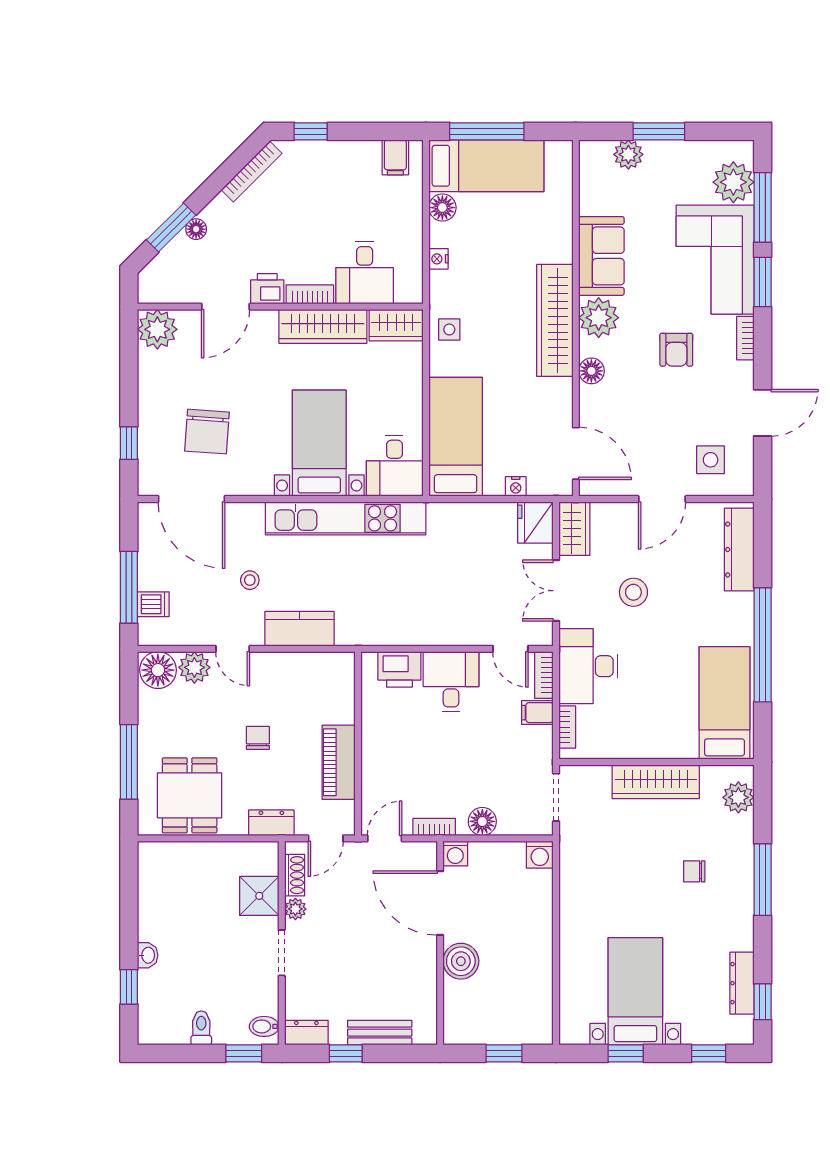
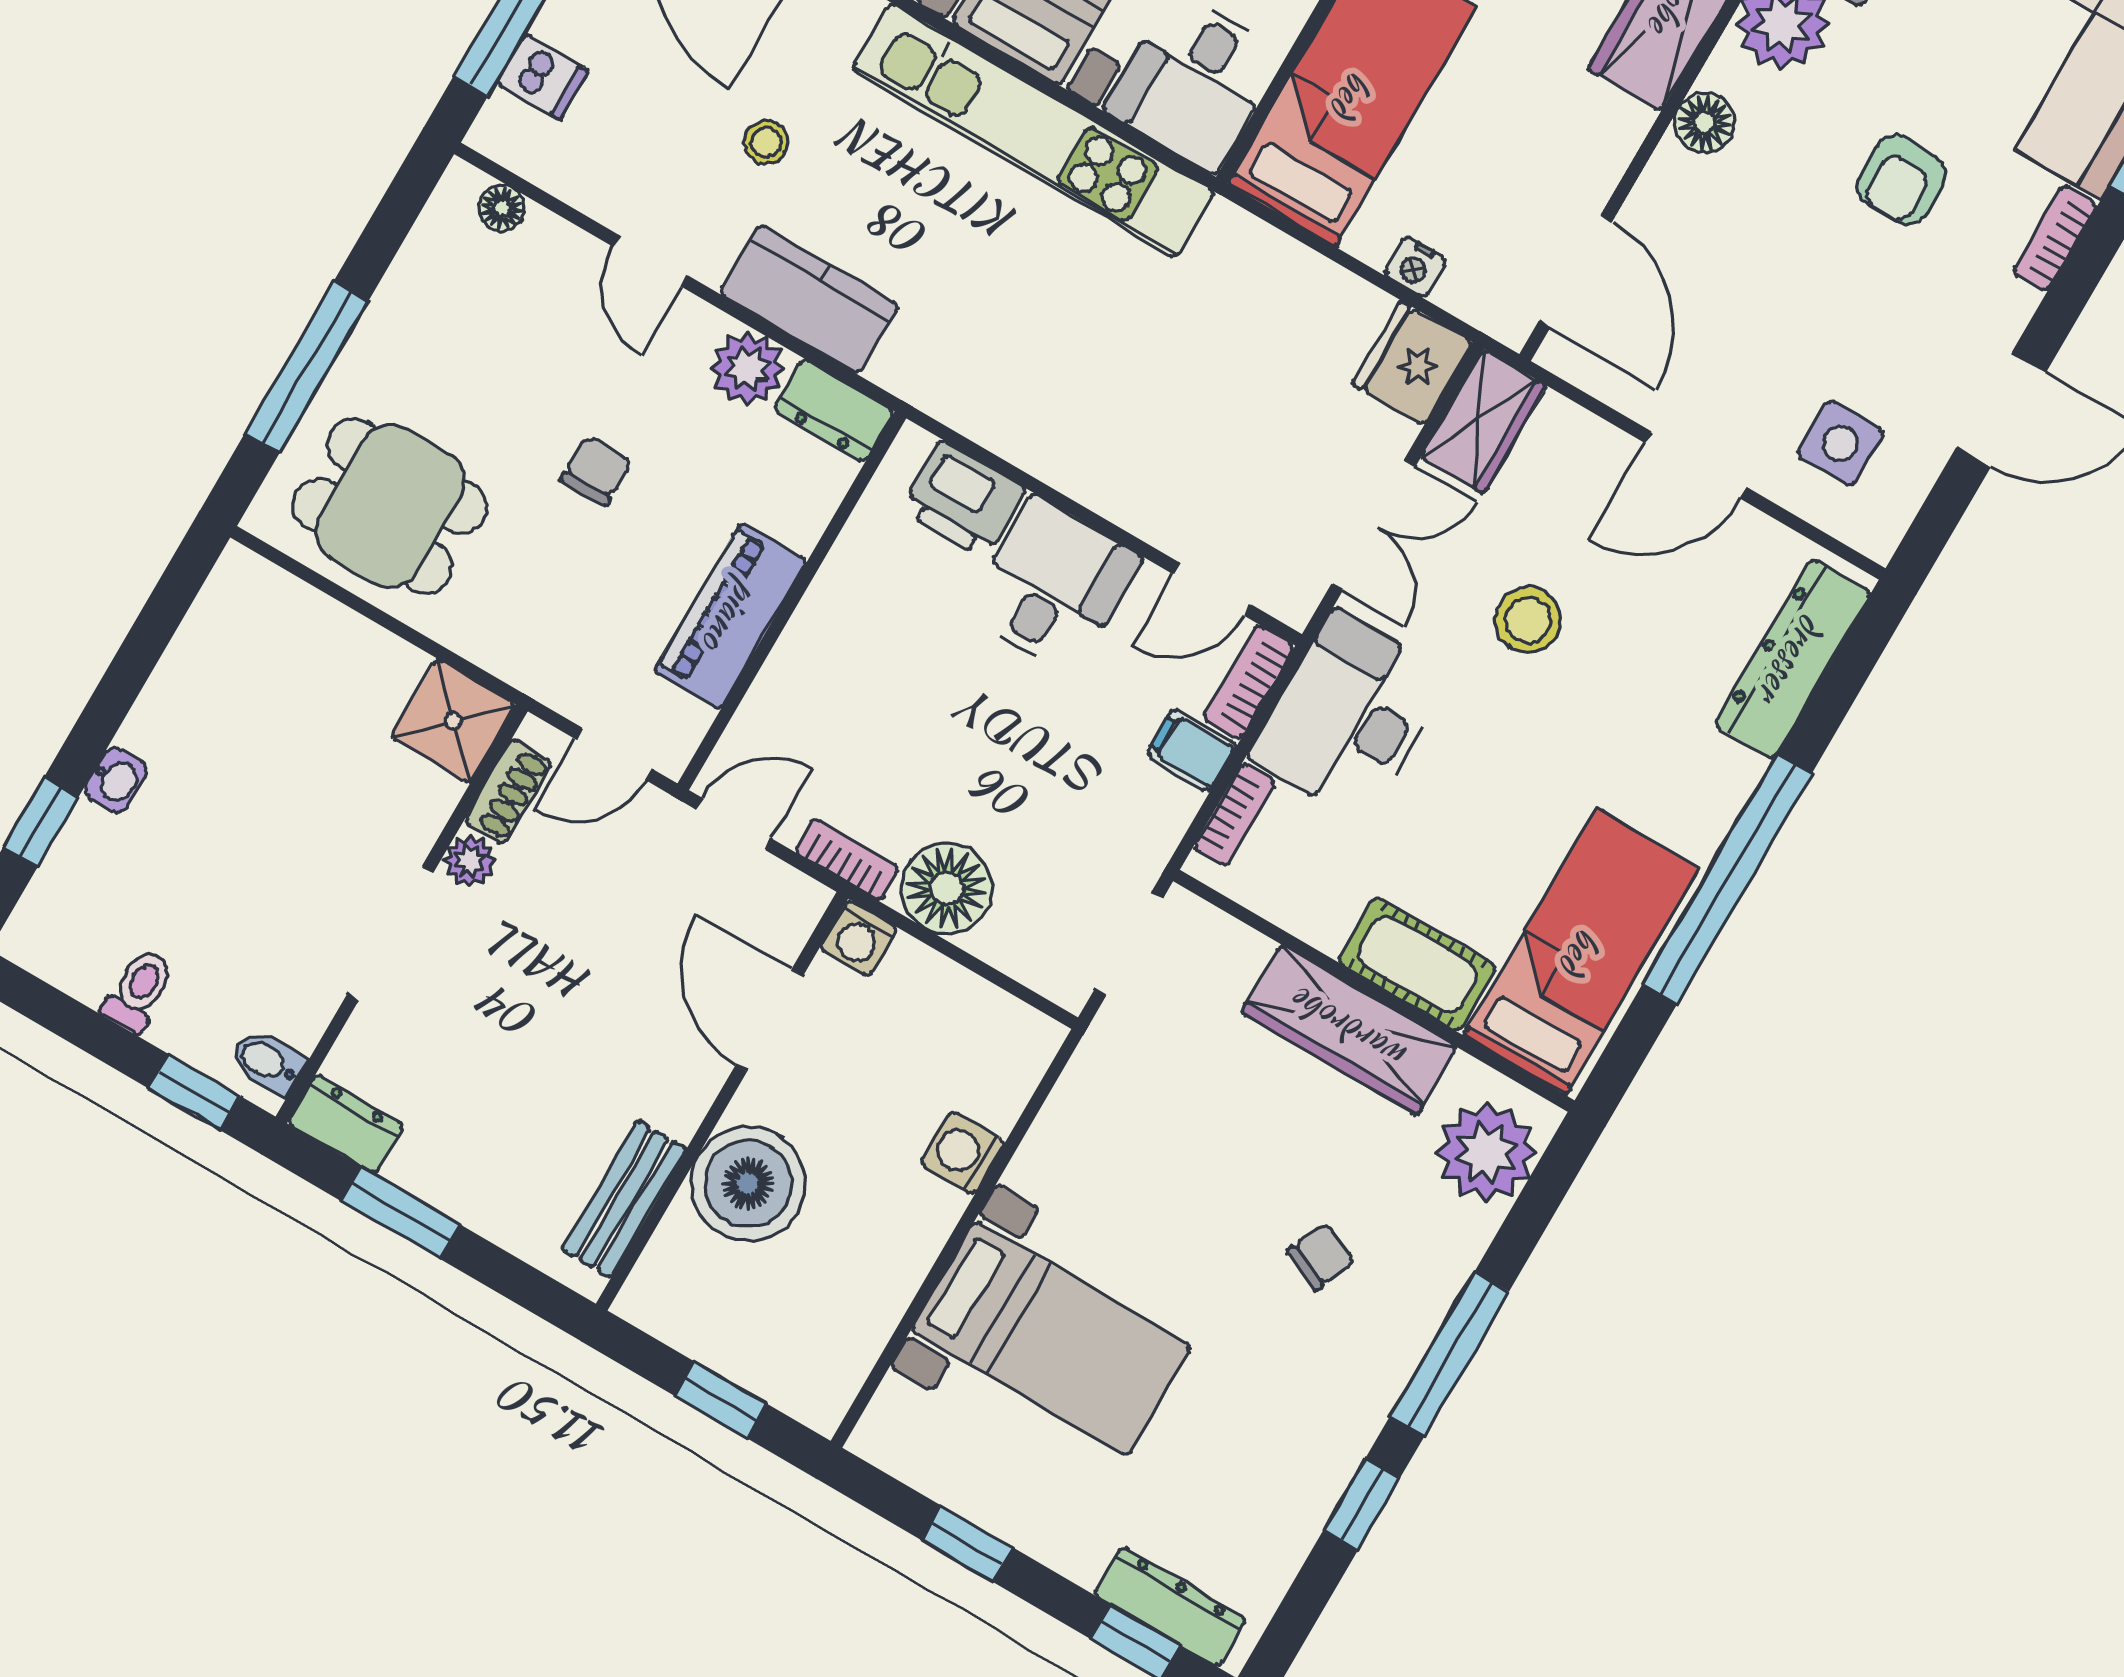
double door: (556, 591) -> (1373, 525), swing flipped
door: (510, 649) -> (1212, 589), hinge flipped
plant: (194, 667) -> (748, 368), moved
floor lamp: (158, 670) -> (502, 208), width x0.53, depth x0.53
cot: (667, 743) -> (1417, 964), added
dining table: (190, 795) -> (390, 506), turned 90
plant: (738, 797) -> (1486, 1152), width x1.36, depth x1.36
floor lamp: (482, 821) -> (947, 888), width x1.38, depth x1.38
dresser: (271, 823) -> (834, 411), moved, turned 180
washing machine: (540, 855) -> (962, 1153), moved, turned 90
chair: (694, 871) -> (1321, 1257), turned 113
shower: (259, 896) -> (453, 721), moved
door: (440, 903) -> (769, 1020), width x0.73
doorway: (282, 953) -> (390, 934), width x1.38
boiler: (461, 961) -> (748, 1184), width x1.37, depth x1.37
dresser: (742, 983) -> (1170, 1606), moved, turned 90
bed with nightstands: (635, 991) -> (1052, 1338), moved, turned 90
window: (763, 1002) -> (1361, 1504), moved
bench: (380, 1033) -> (624, 1199), moved, turned 90
window: (346, 1053) -> (401, 1213), width x1.50

